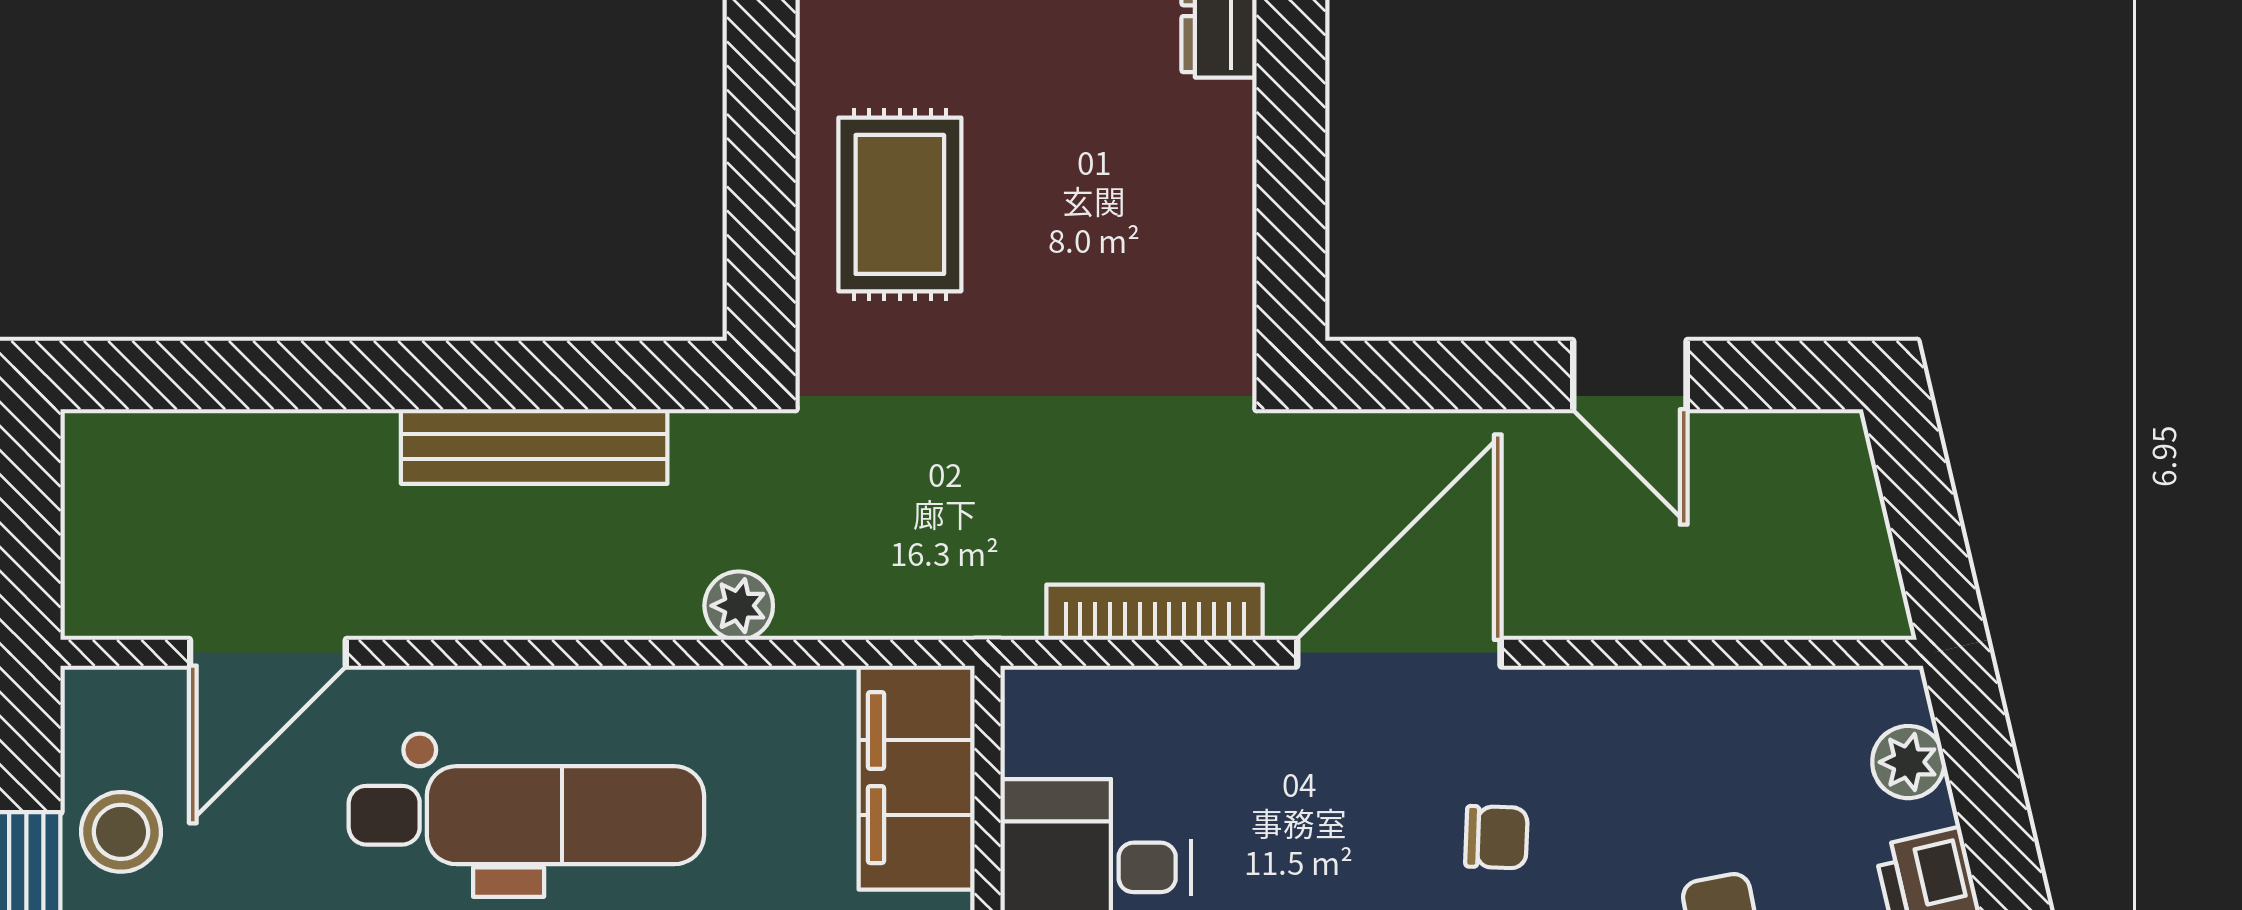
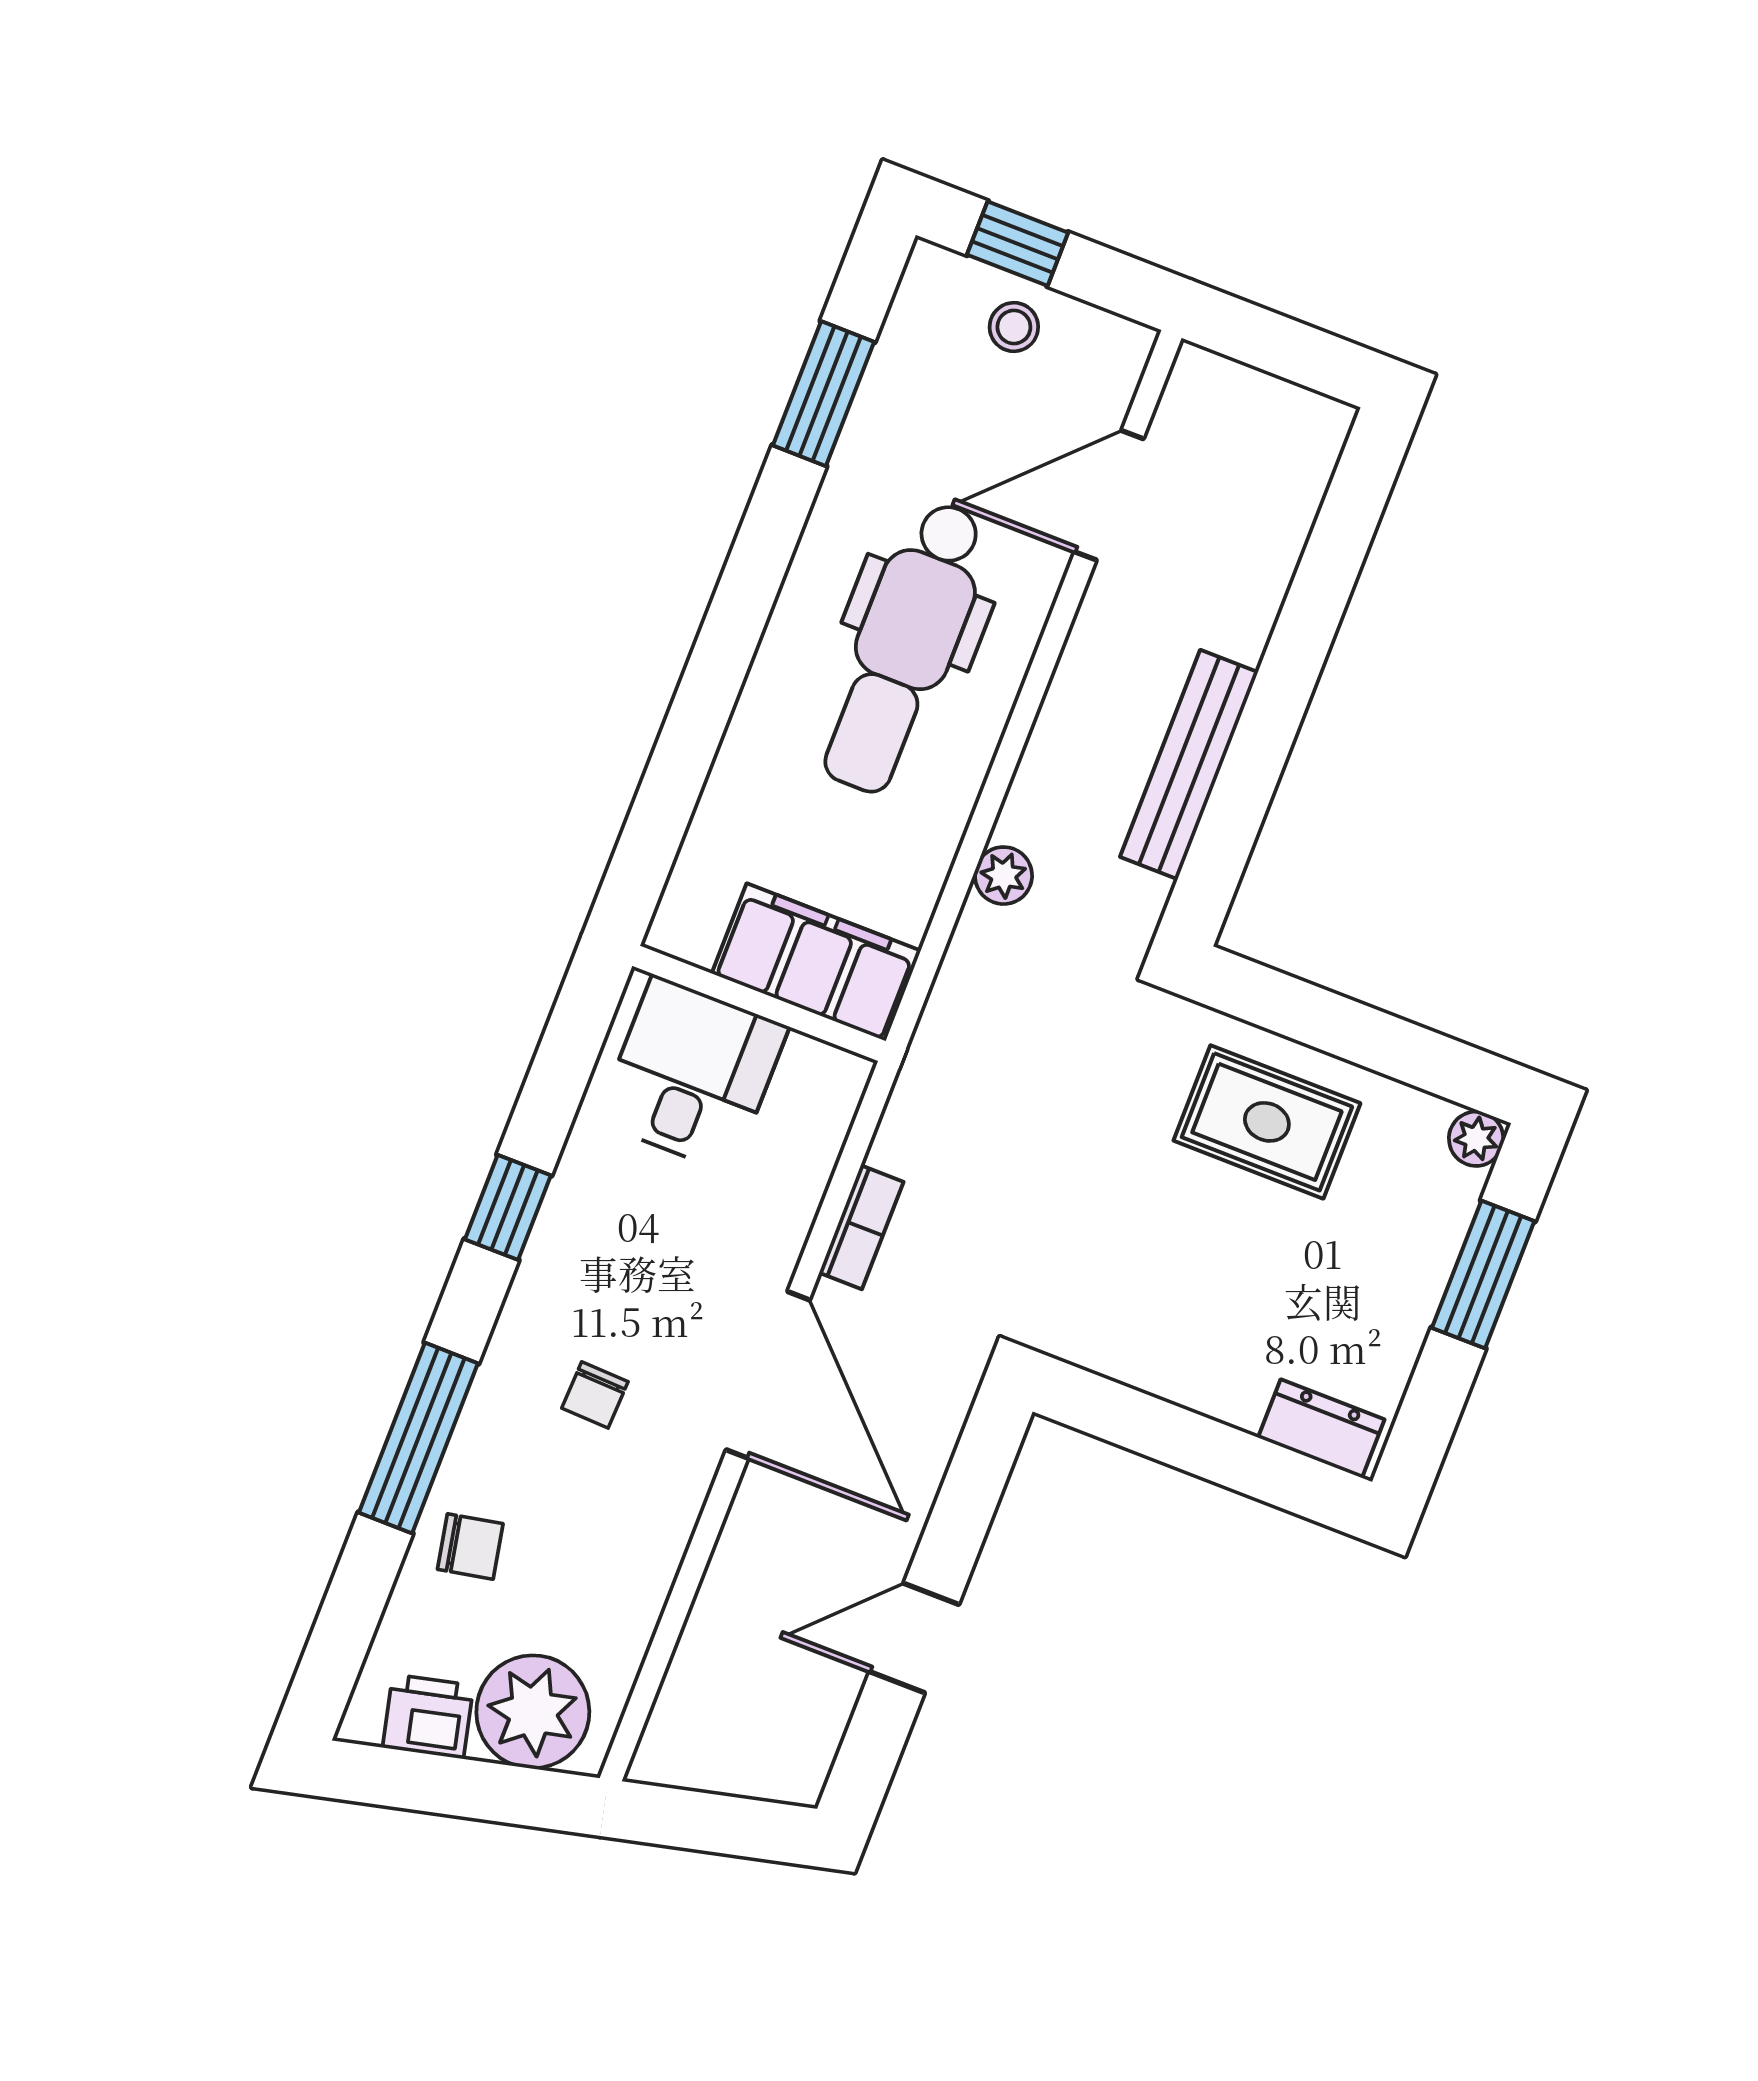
bookcase: (1155, 612) -> (861, 1227), width x0.64
door: (268, 653) -> (1109, 495), hinge flipped
plant: (1908, 762) -> (533, 1712), width x1.87, depth x1.87
stool: (121, 832) -> (1014, 327), width x0.73, depth x0.73

